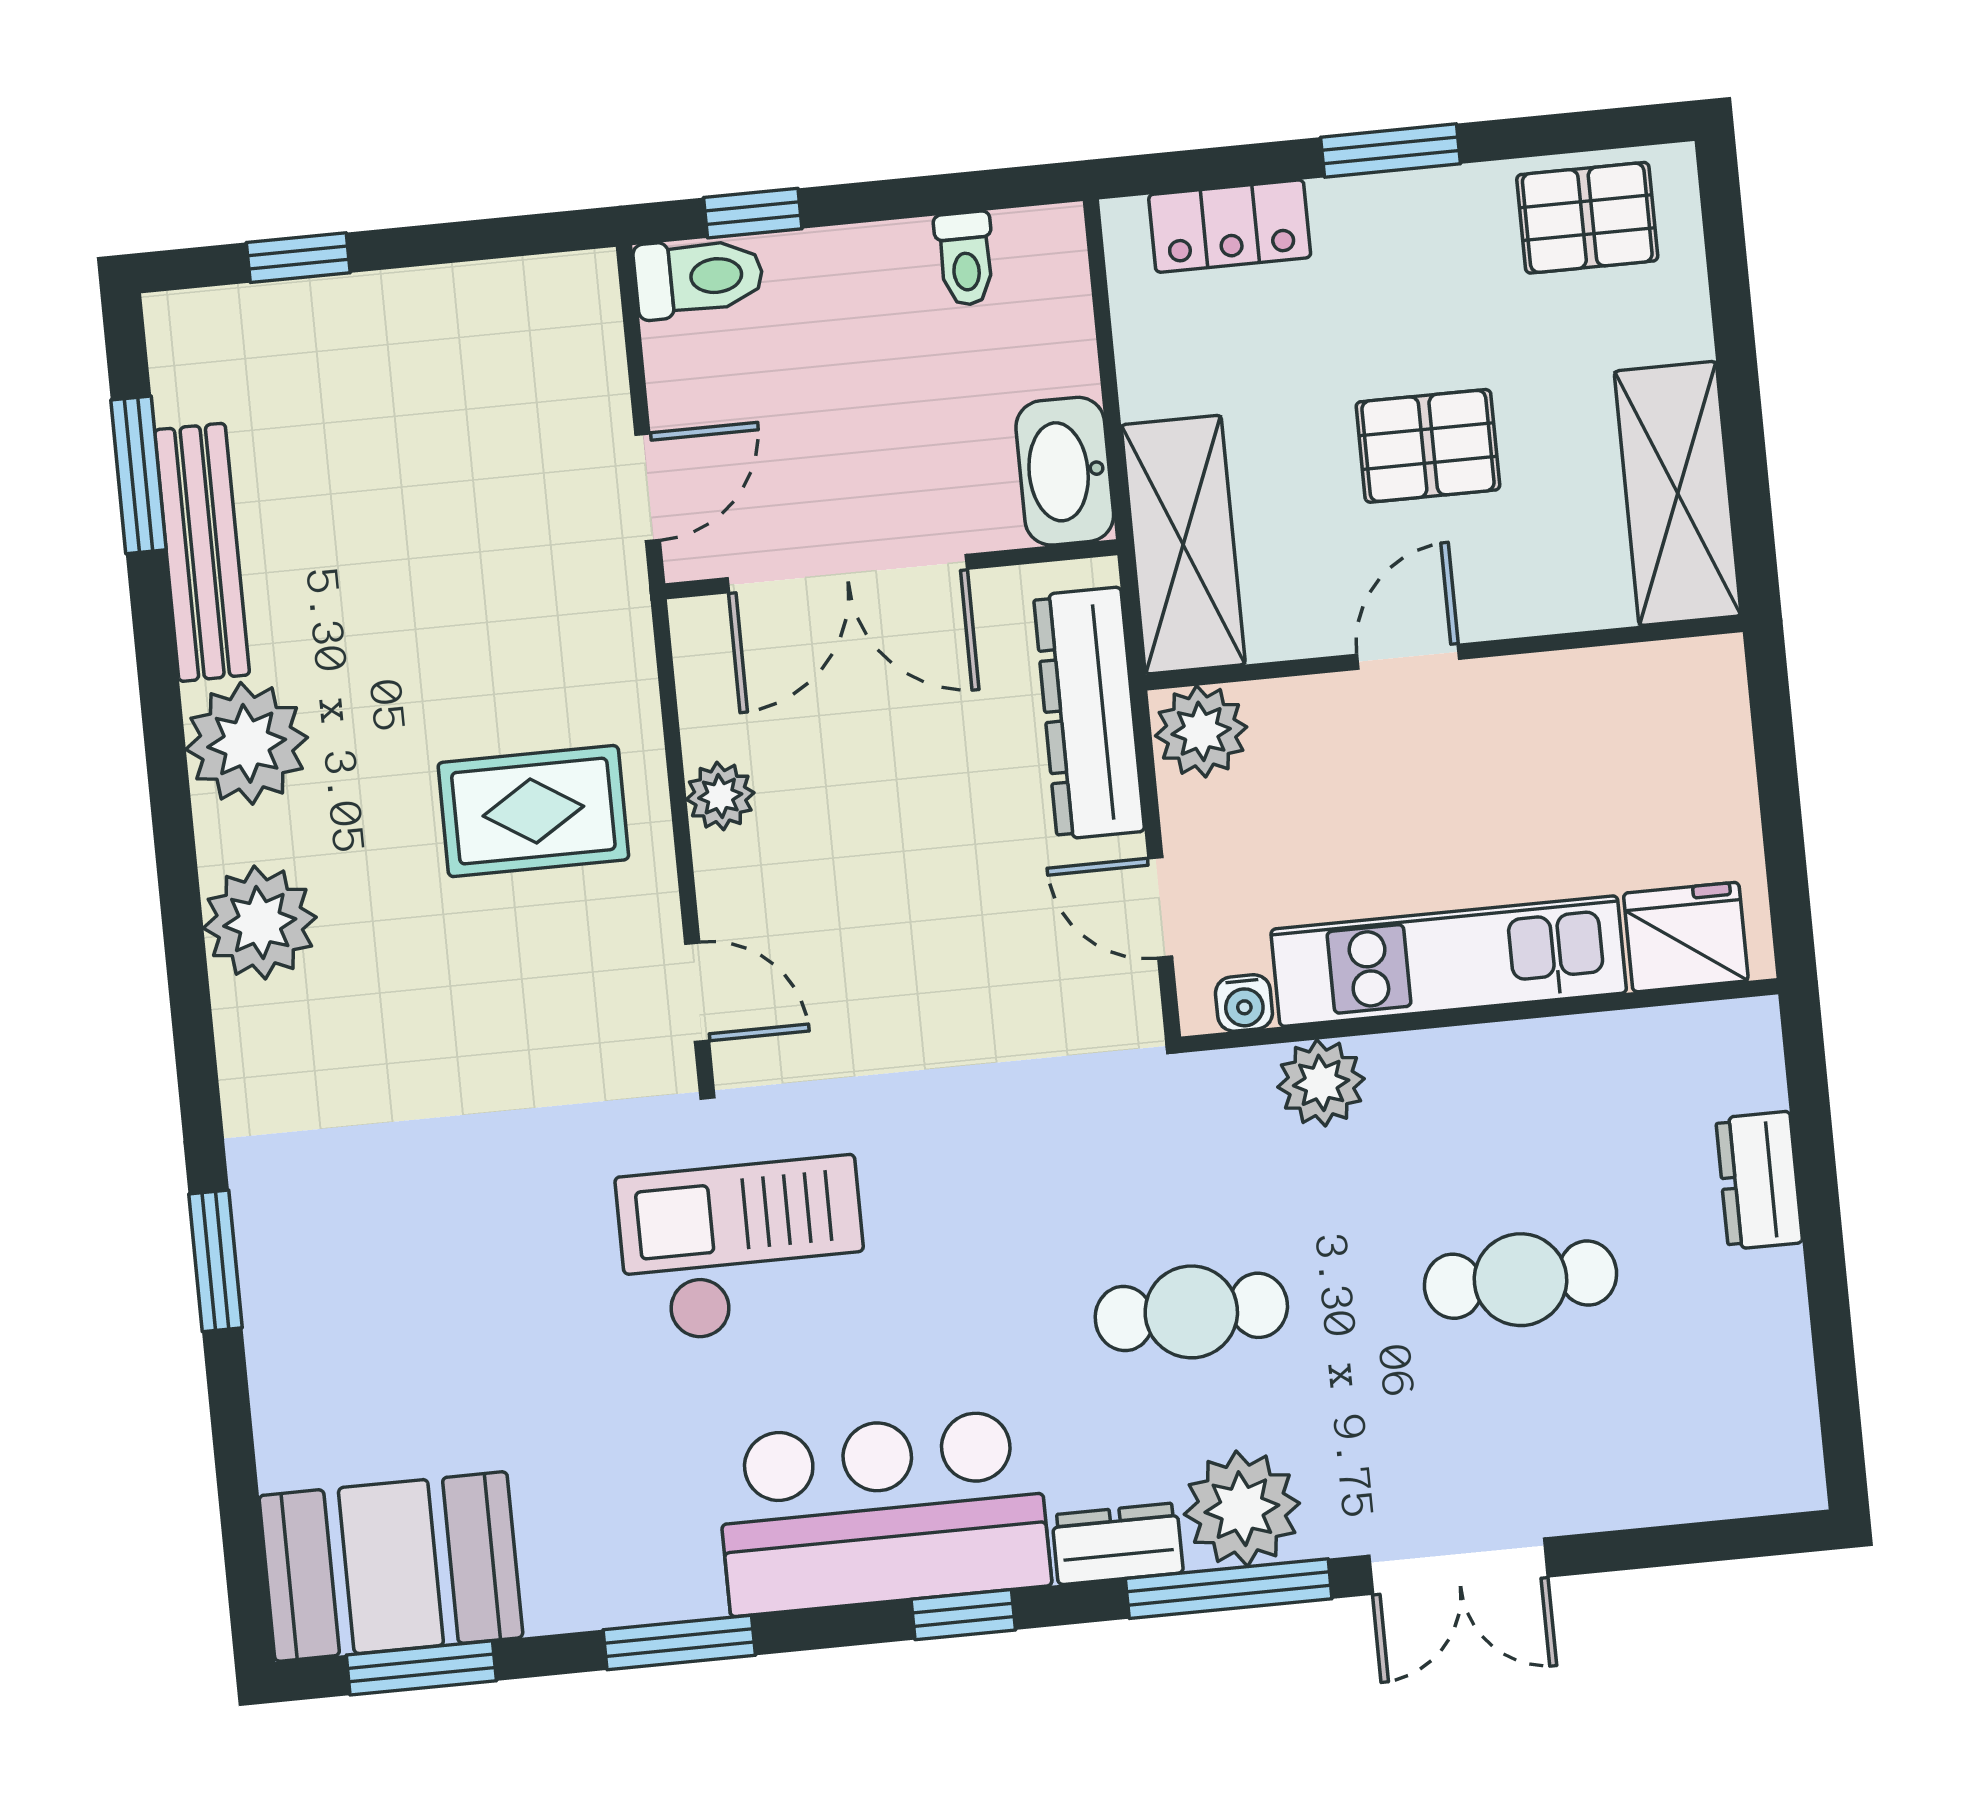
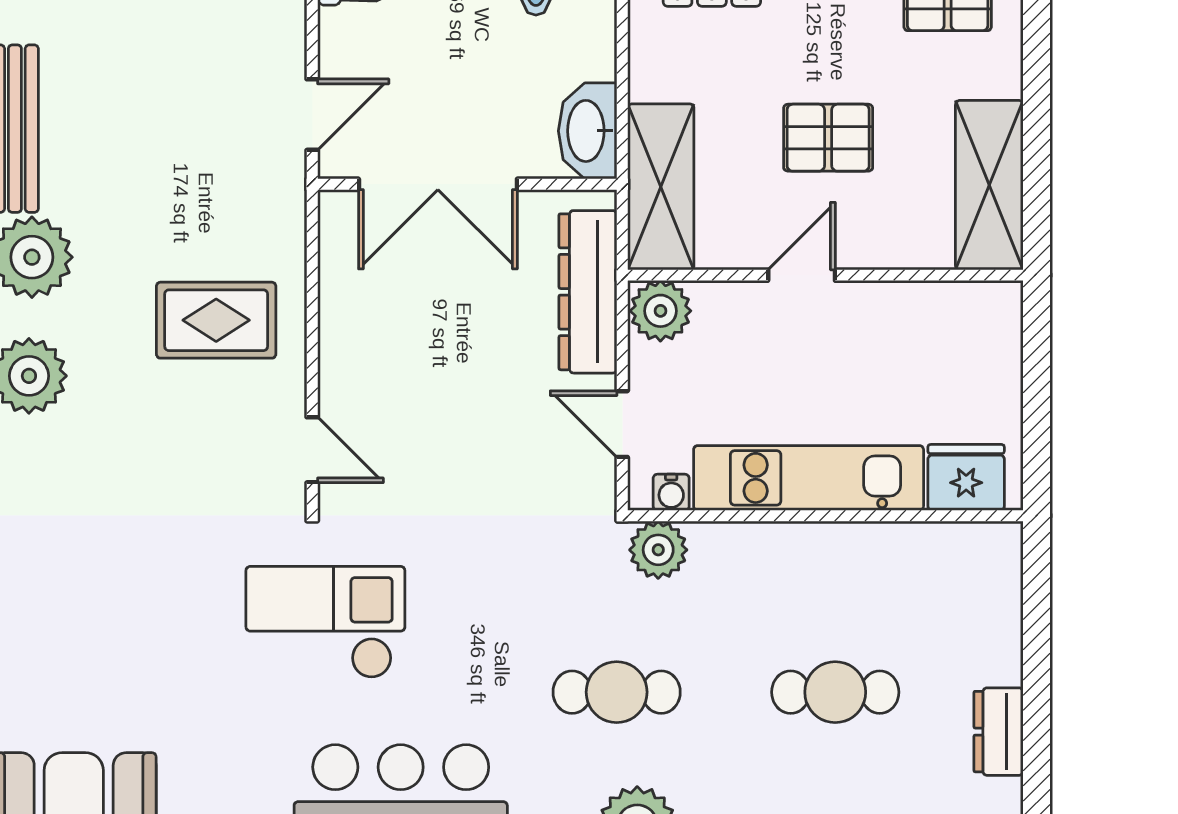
plant: (720, 796) -> (340, 322), removed
plant: (1321, 1083) -> (658, 550), moved
dresser: (1759, 1180) -> (999, 732), moved

